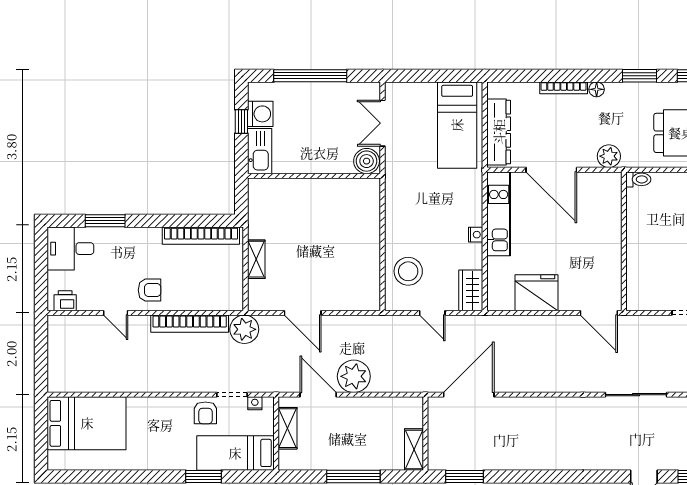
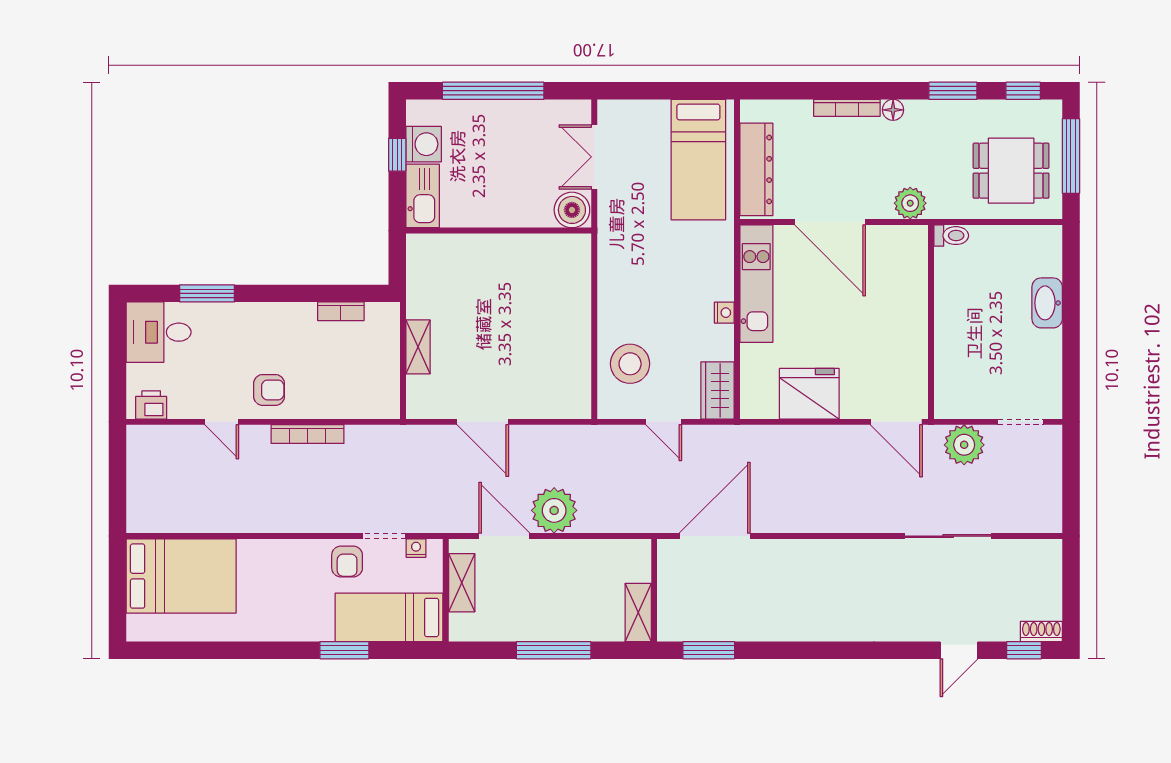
bookcase: (201, 236) -> (341, 311), width x0.43, depth x0.76
bookcase: (190, 324) -> (307, 434), width x0.68, depth x0.76
plant: (244, 329) -> (964, 445), moved

